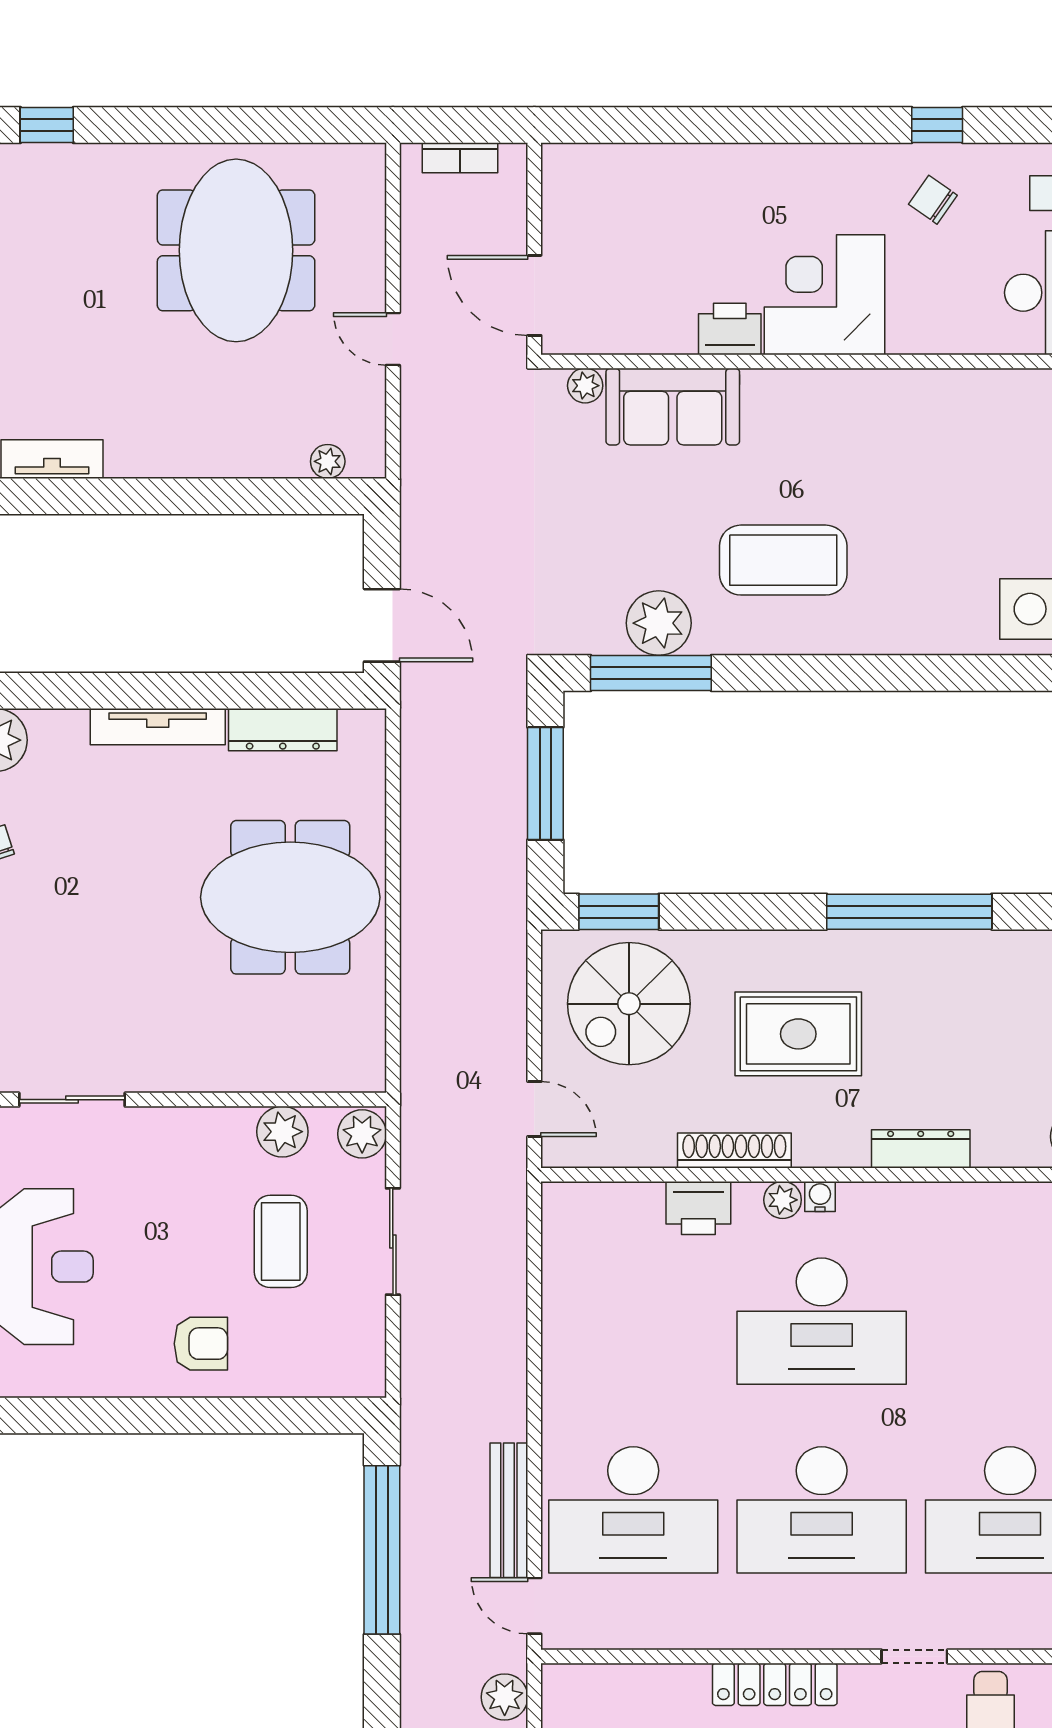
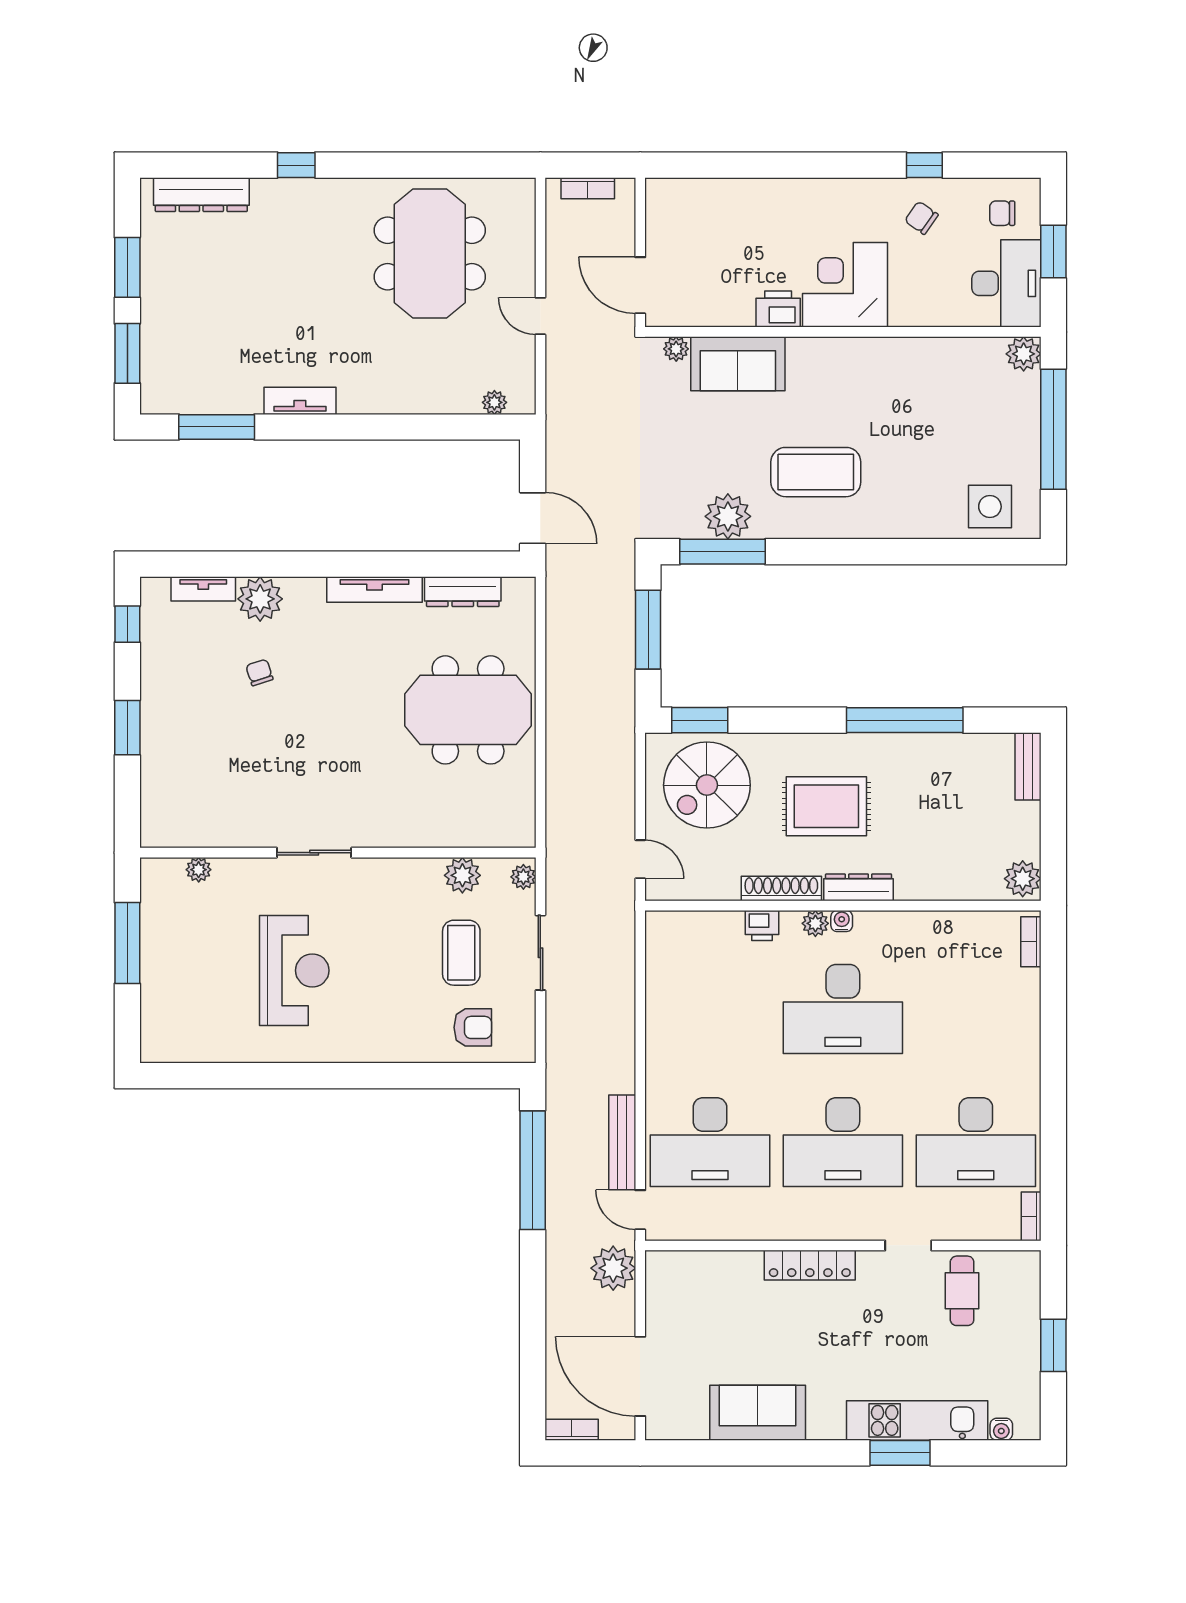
plant: (362, 1134) -> (523, 877), width x0.73, depth x0.73
dresser: (921, 1149) -> (859, 887), moved
printer: (698, 1208) -> (762, 925), width x0.73, depth x0.81
armchair: (201, 1344) -> (473, 1027), moved
plant: (505, 1697) -> (613, 1268), width x1.36, depth x1.36

